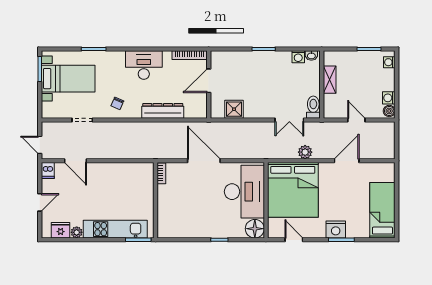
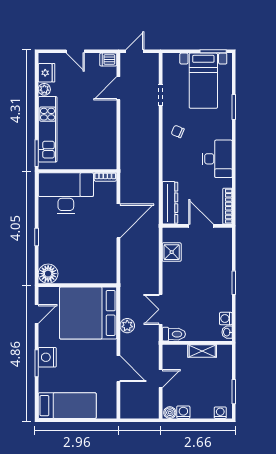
dresser: (163, 111) -> (170, 203), moved
desk: (244, 192) -> (66, 193), moved, turned 180

